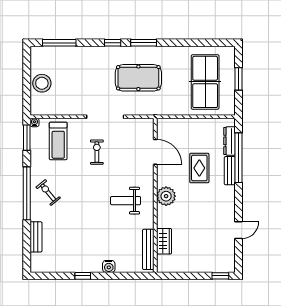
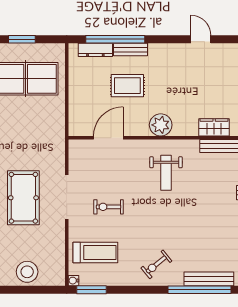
pool table: (138, 78) -> (23, 198), moved
window: (27, 193) -> (199, 290), moved
bench: (36, 237) -> (209, 279), width x1.36

